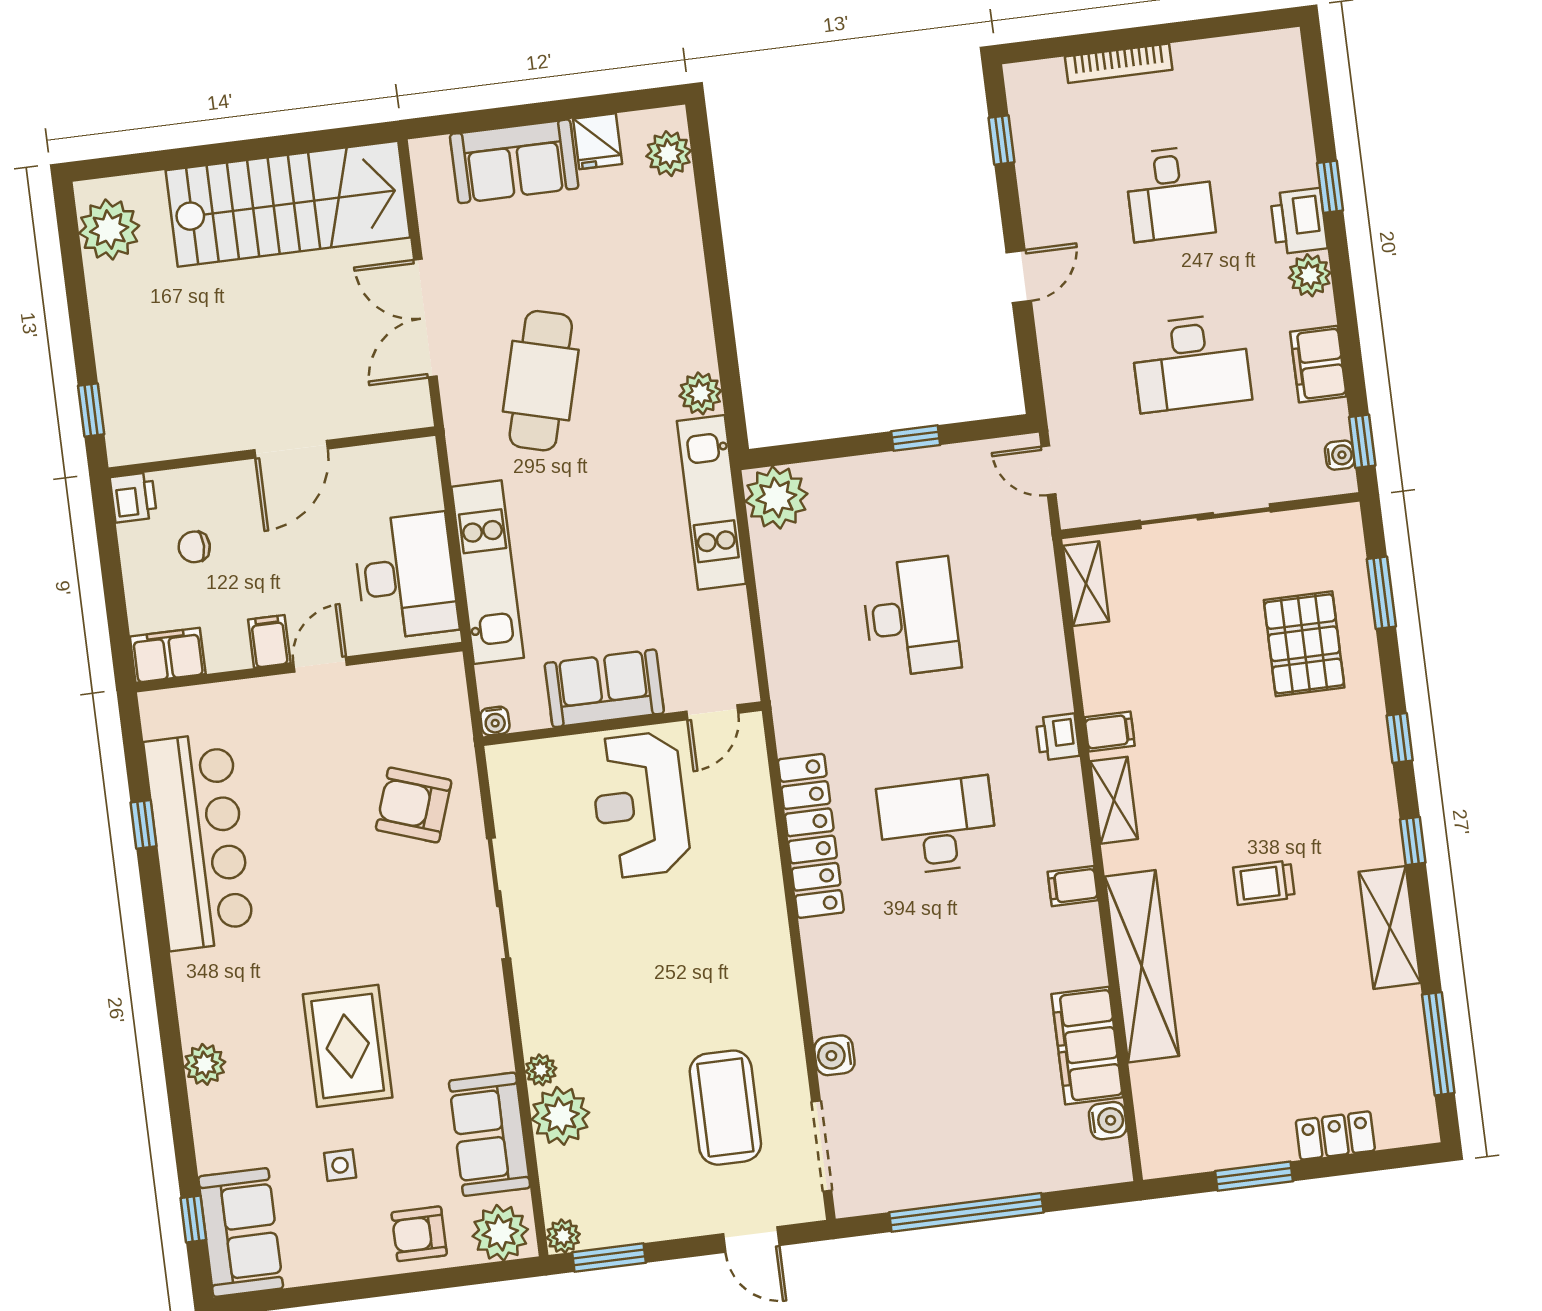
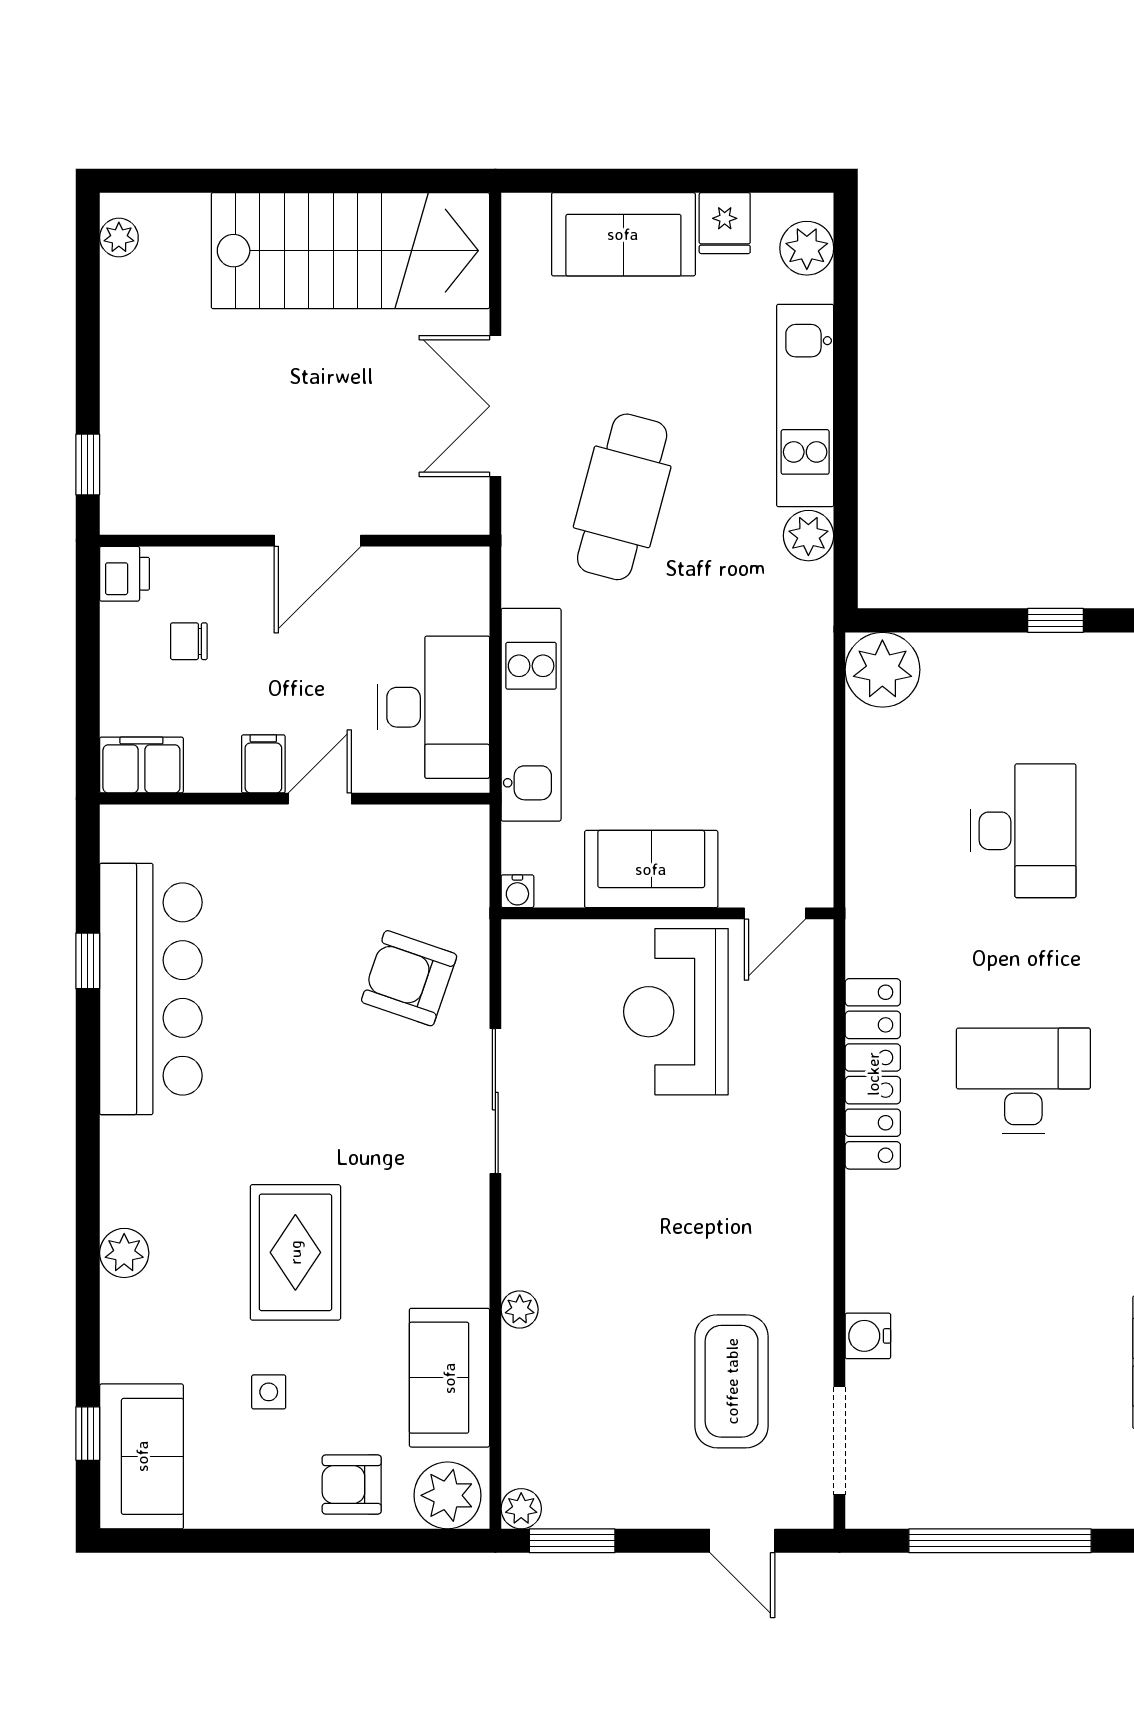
plant: (109, 230) -> (119, 238), width x0.53, depth x0.53
kitchen unit: (711, 502) -> (805, 405), moved
plant: (560, 1116) -> (536, 1367), removed

